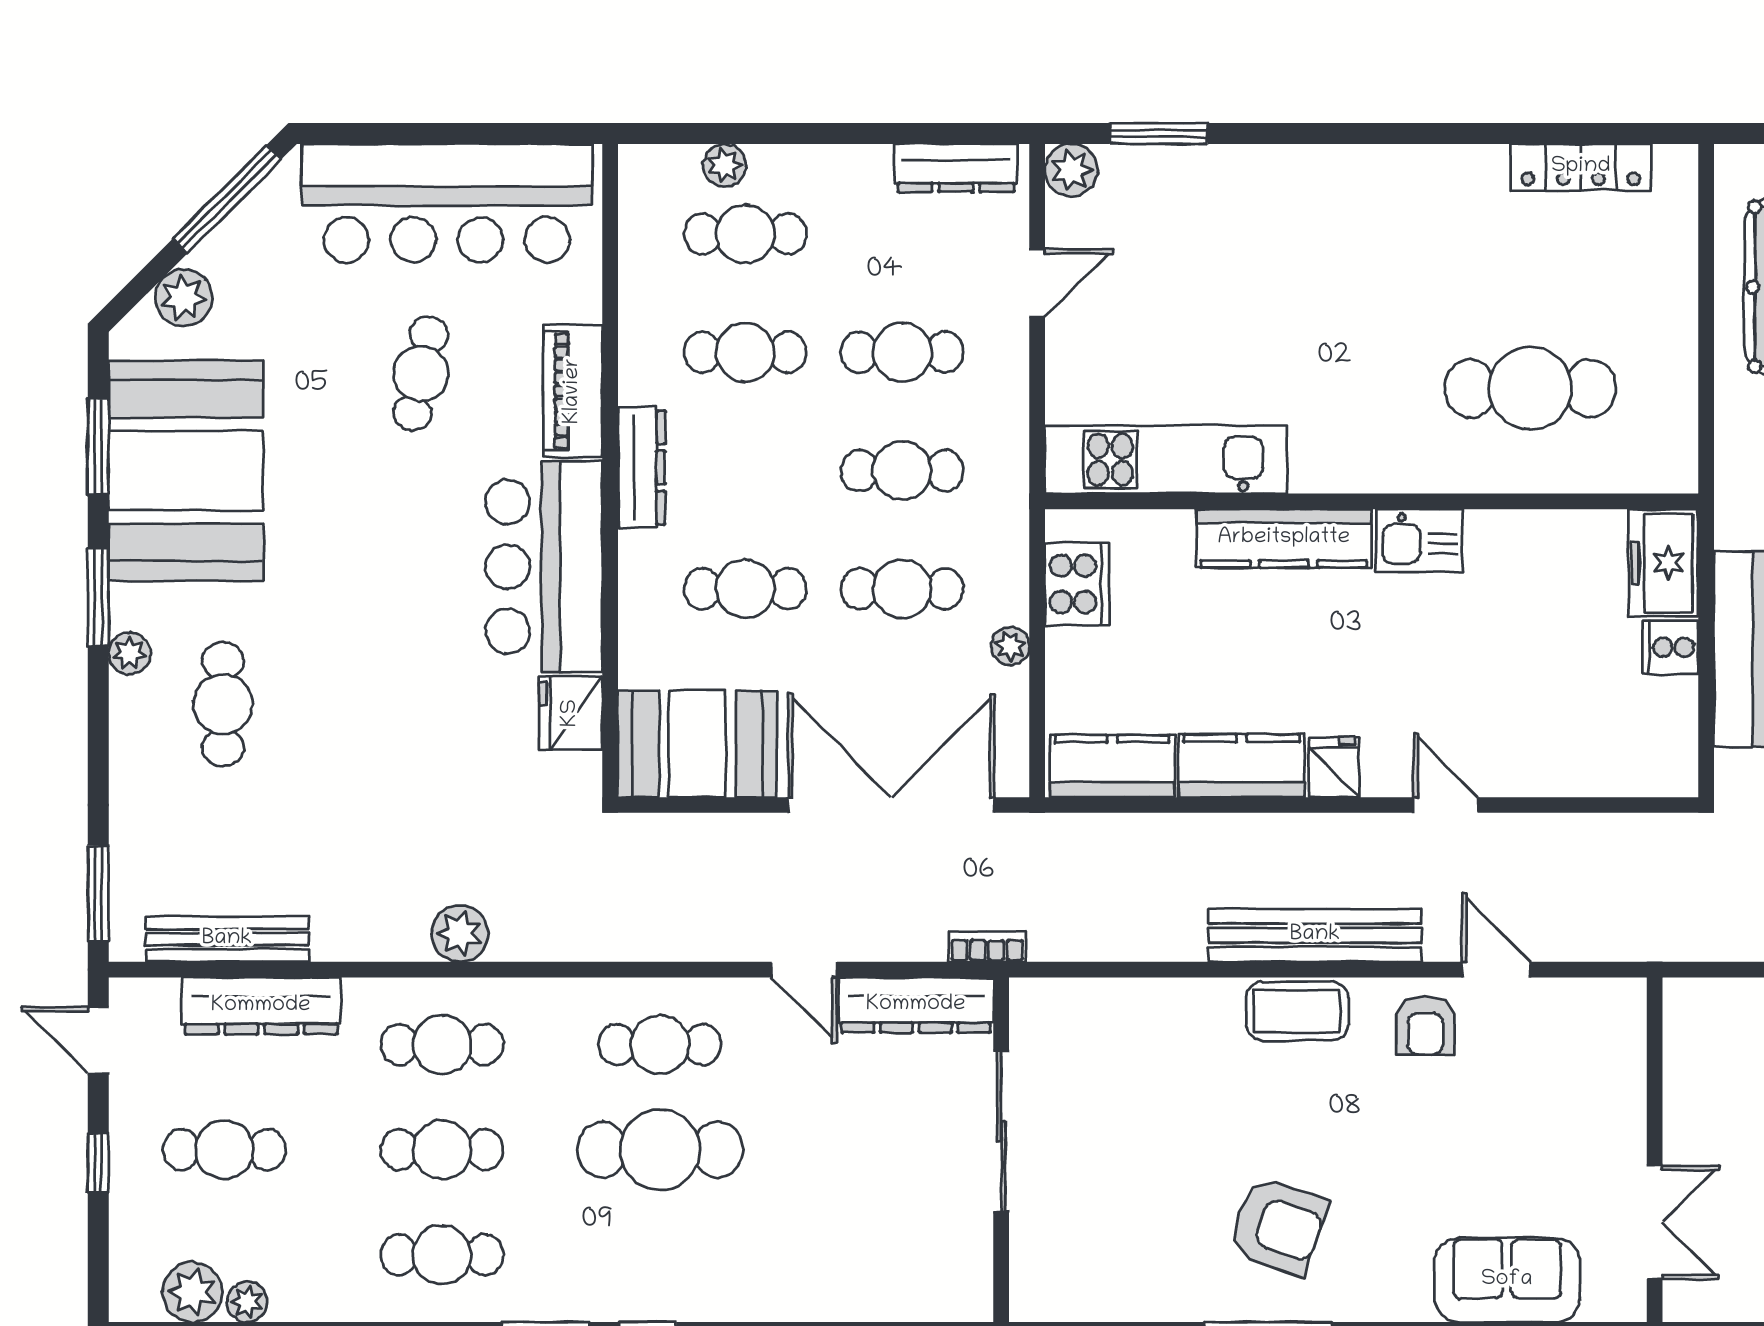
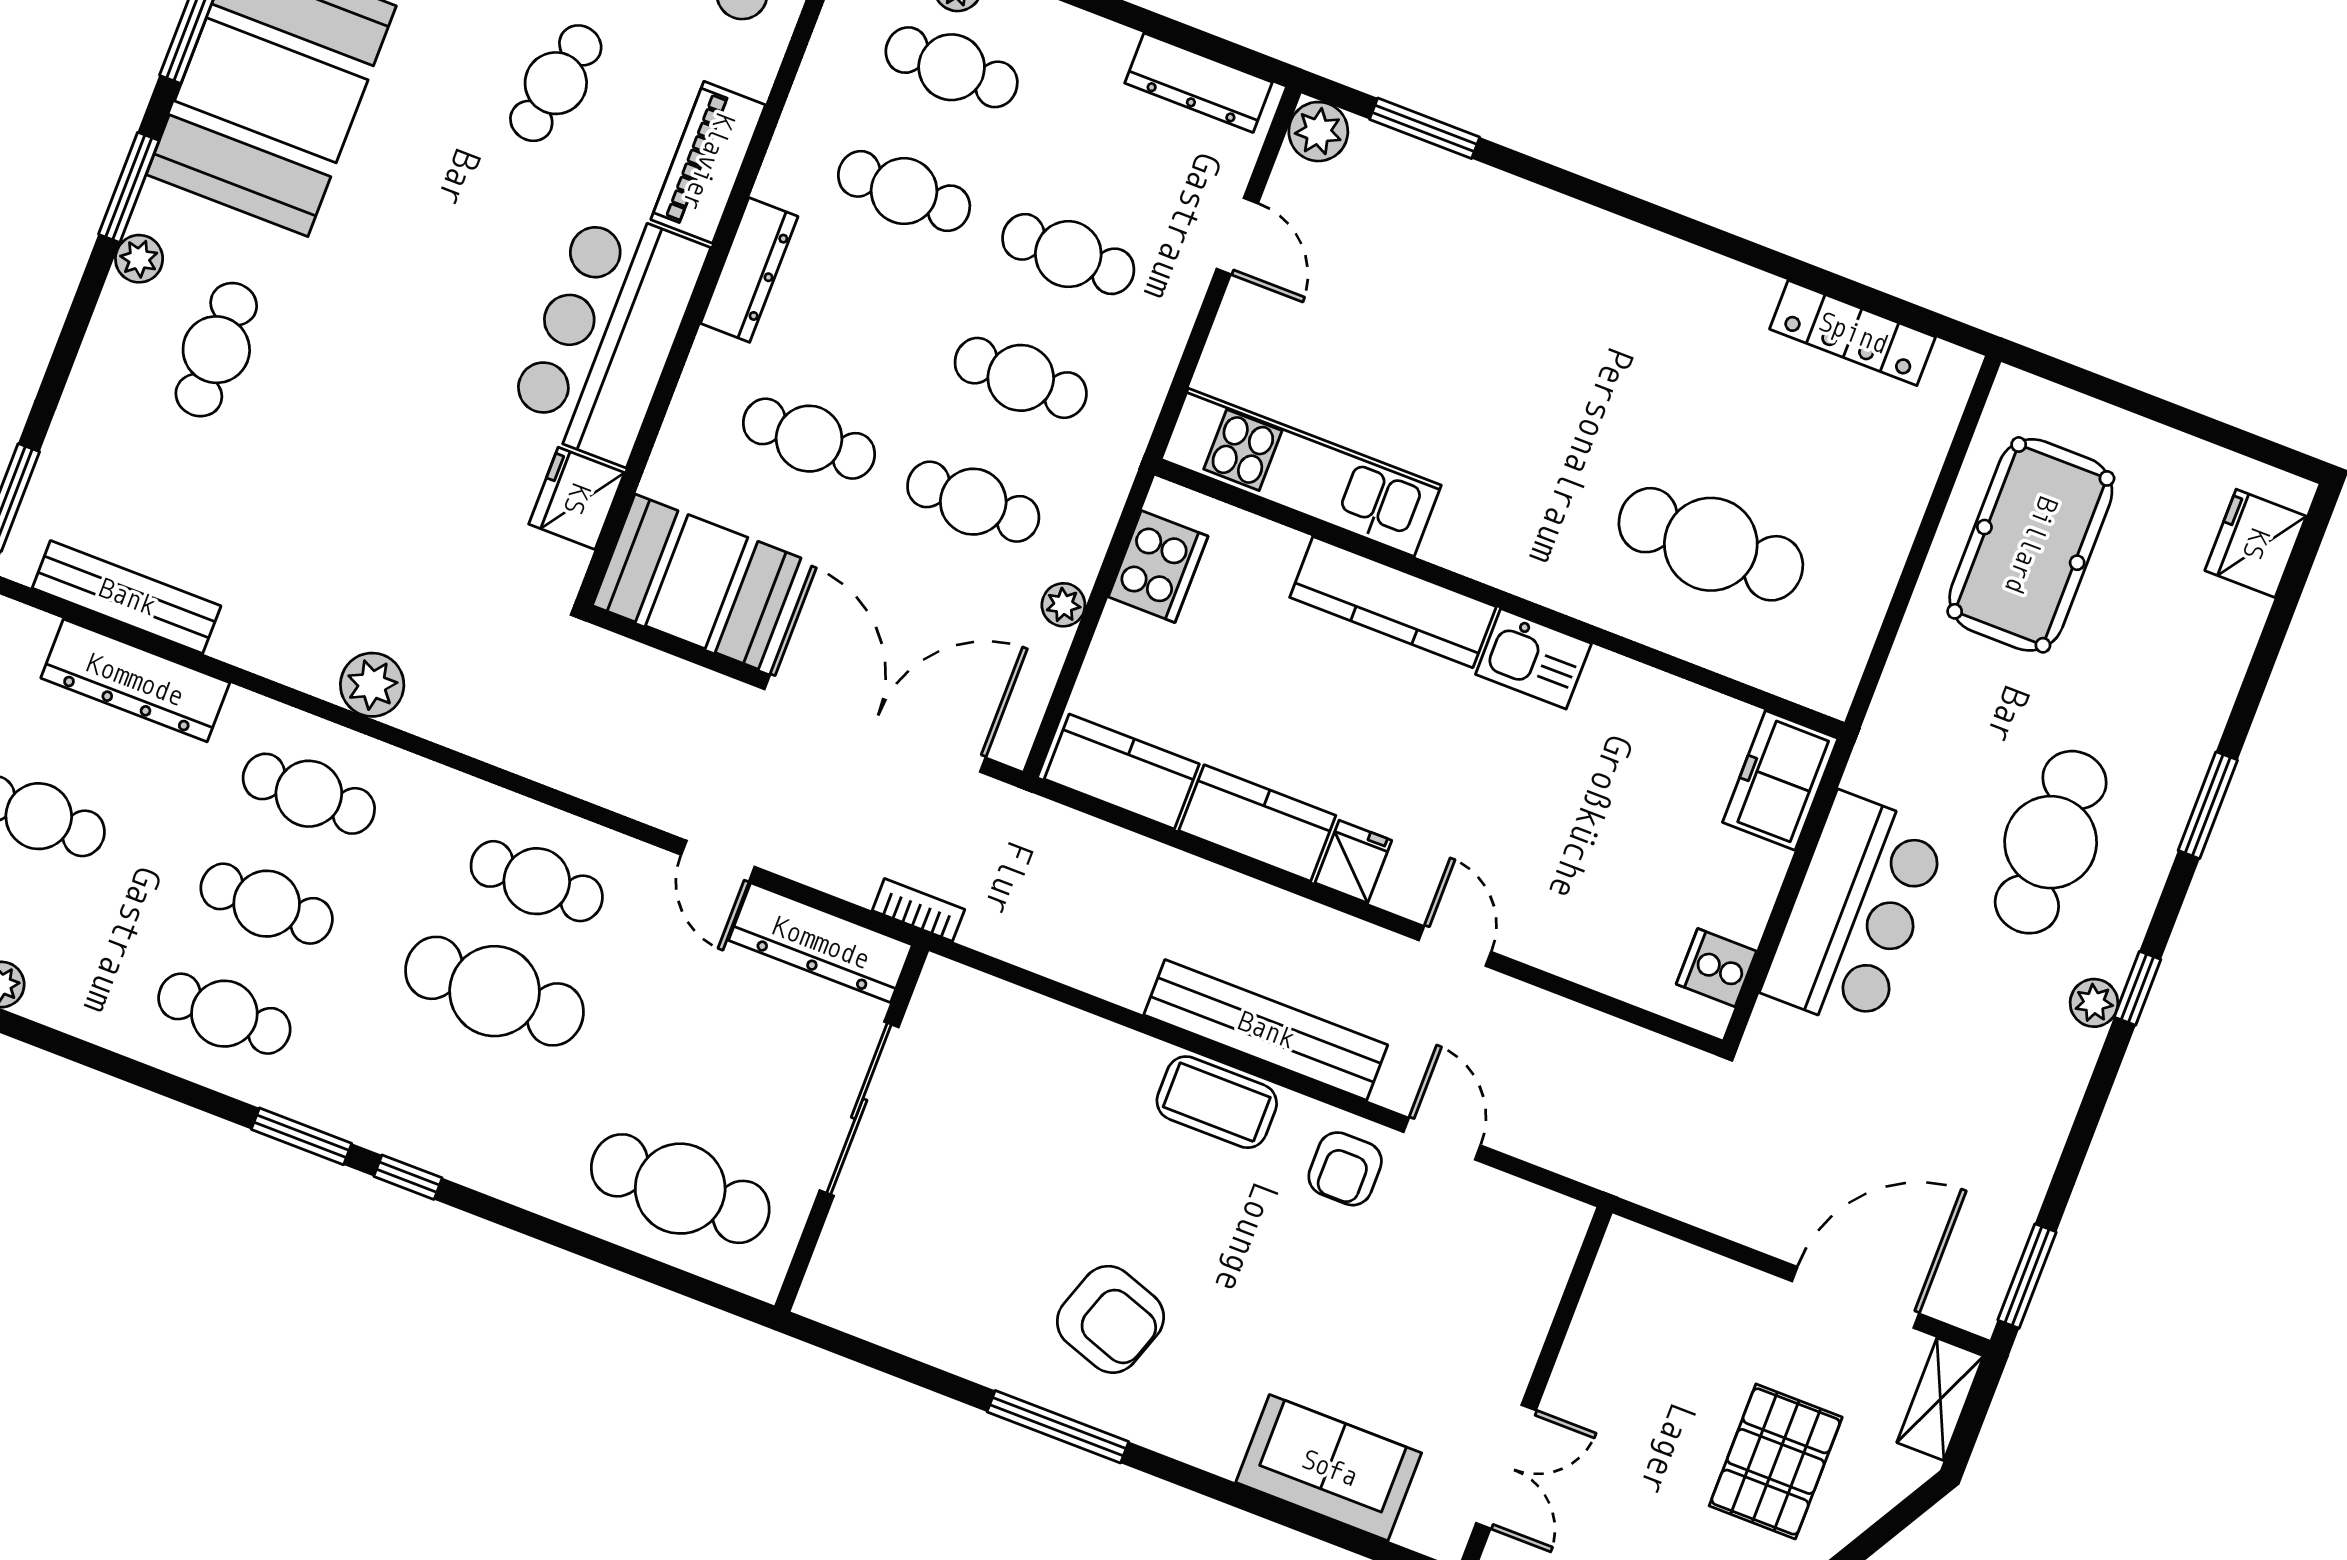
door: (1037, 283) -> (1237, 236), hinge flipped
cooker: (1670, 647) -> (1716, 968), moved
cafe table: (878, 1255) -> (680, 1189), added

